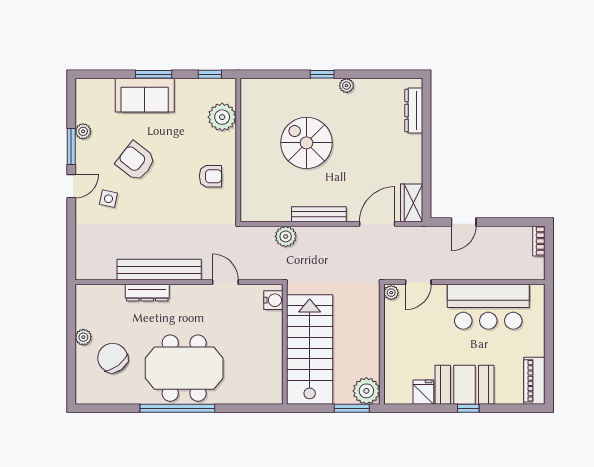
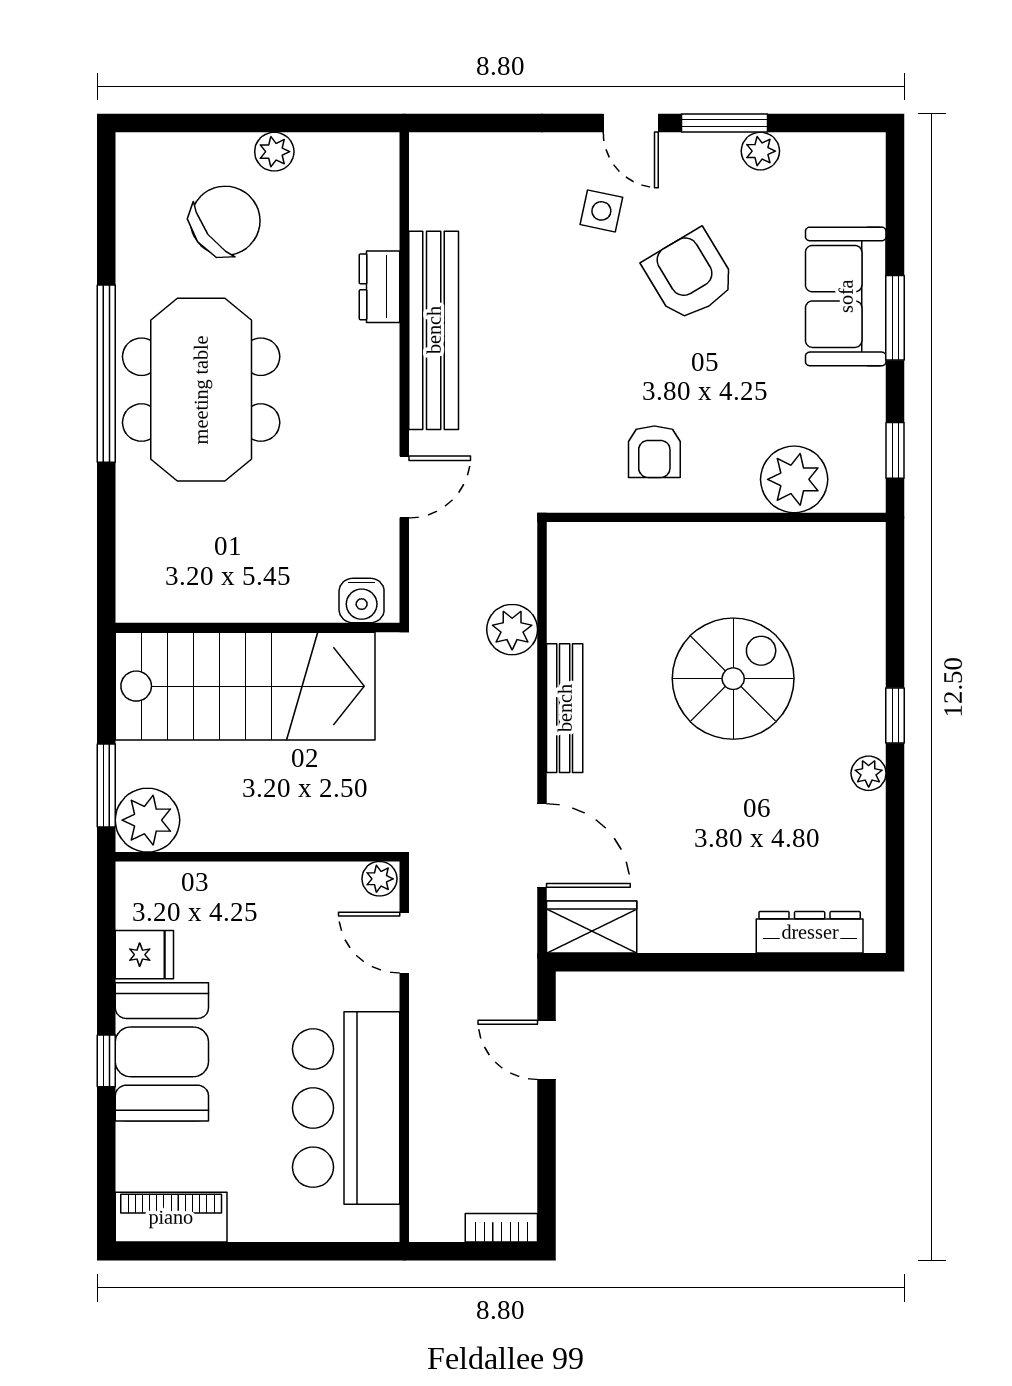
armchair: (136, 161) -> (690, 275), turned -69
dresser: (147, 293) -> (380, 287), width x0.70

